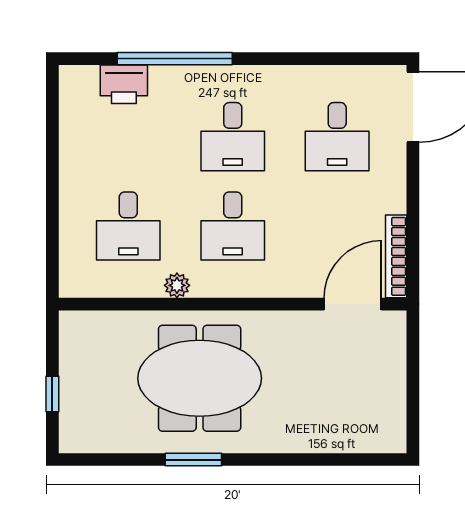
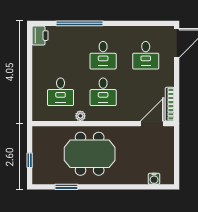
printer: (124, 84) -> (40, 36), moved, turned -90
water cooler: (358, 440) -> (154, 179), added
window: (193, 460) -> (66, 187), moved

